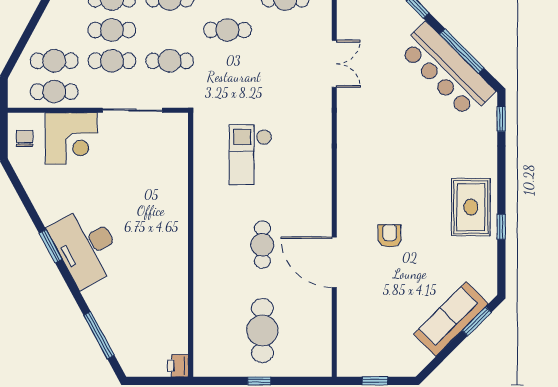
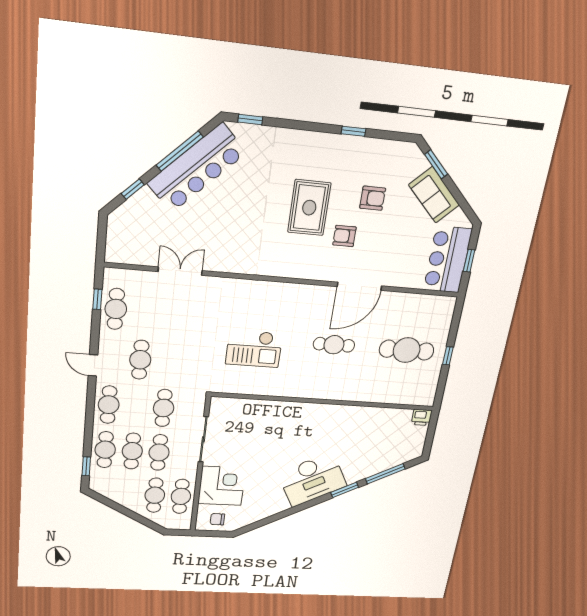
rug: (471, 207) -> (309, 208), moved, turned 90
window: (51, 246) -> (345, 490), moved
armchair: (434, 259) -> (373, 198), added
sofa: (451, 319) -> (434, 195), width x0.73
bar counter: (374, 356) -> (448, 260), added

